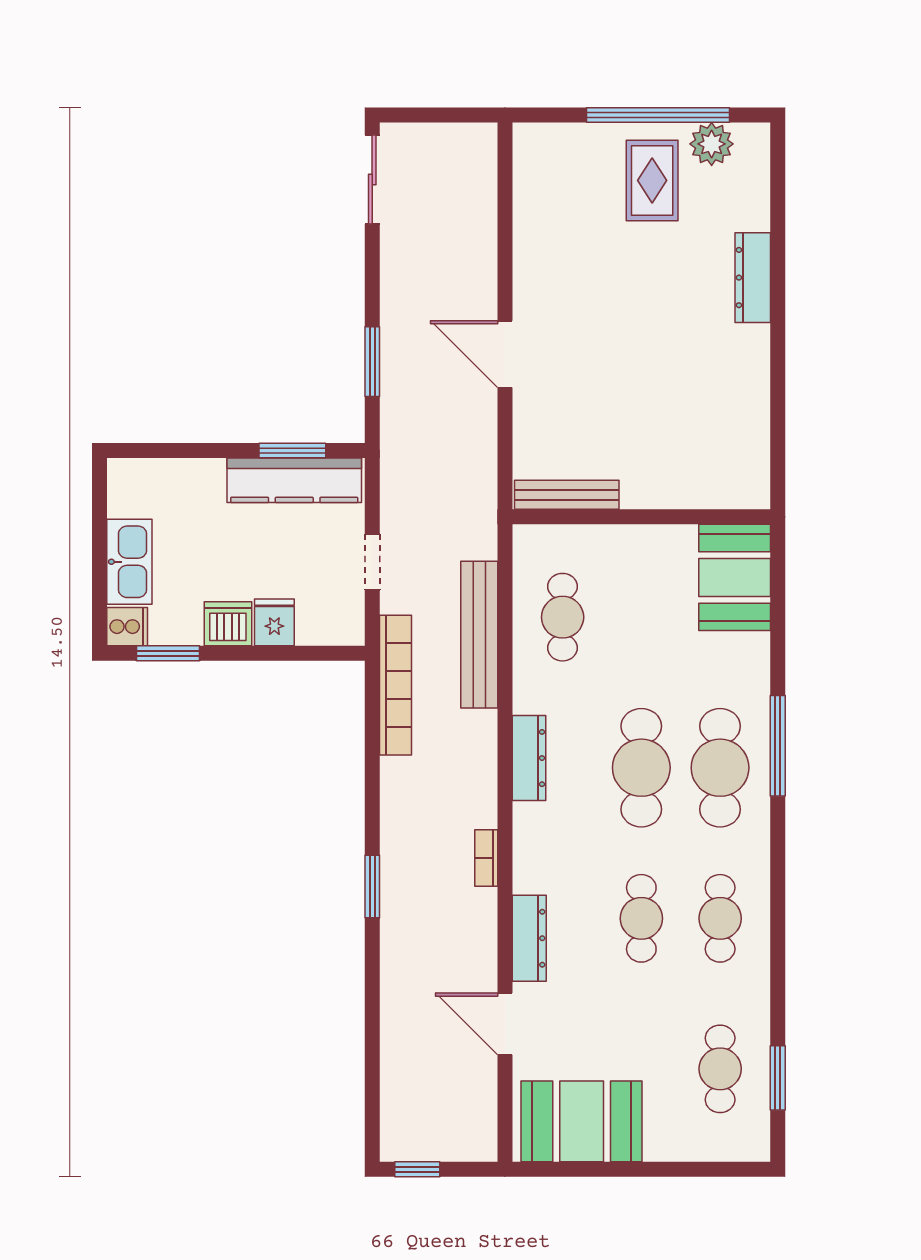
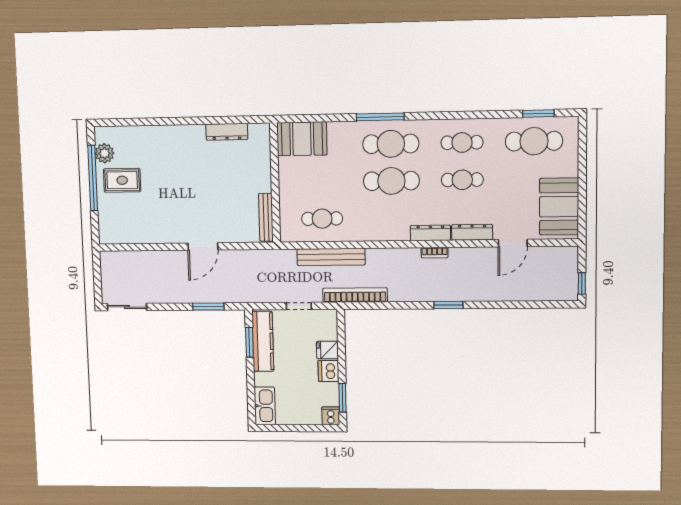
dresser: (753, 278) -> (227, 132), moved
kitchen sink: (129, 562) -> (265, 406), moved, turned 90
dresser: (529, 758) -> (430, 233), moved
cafe table: (720, 1069) -> (534, 141), width x1.37, depth x1.35

